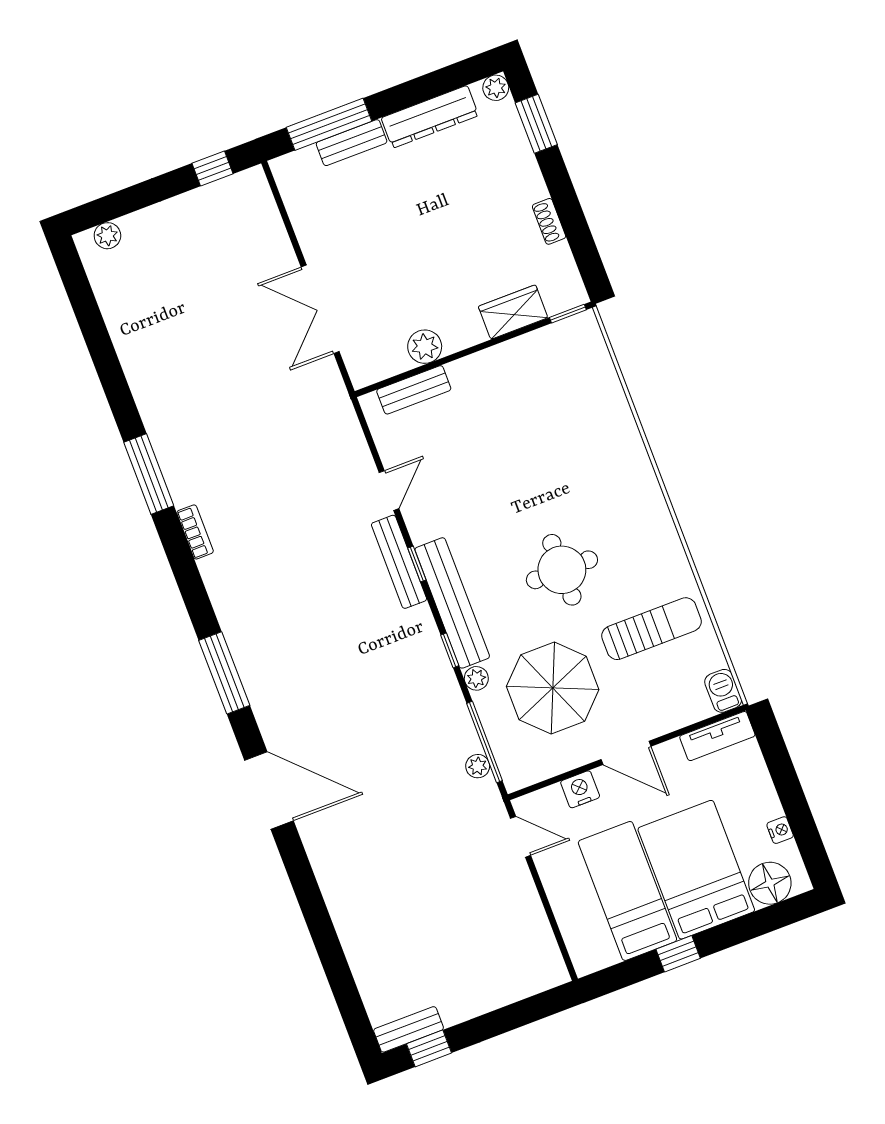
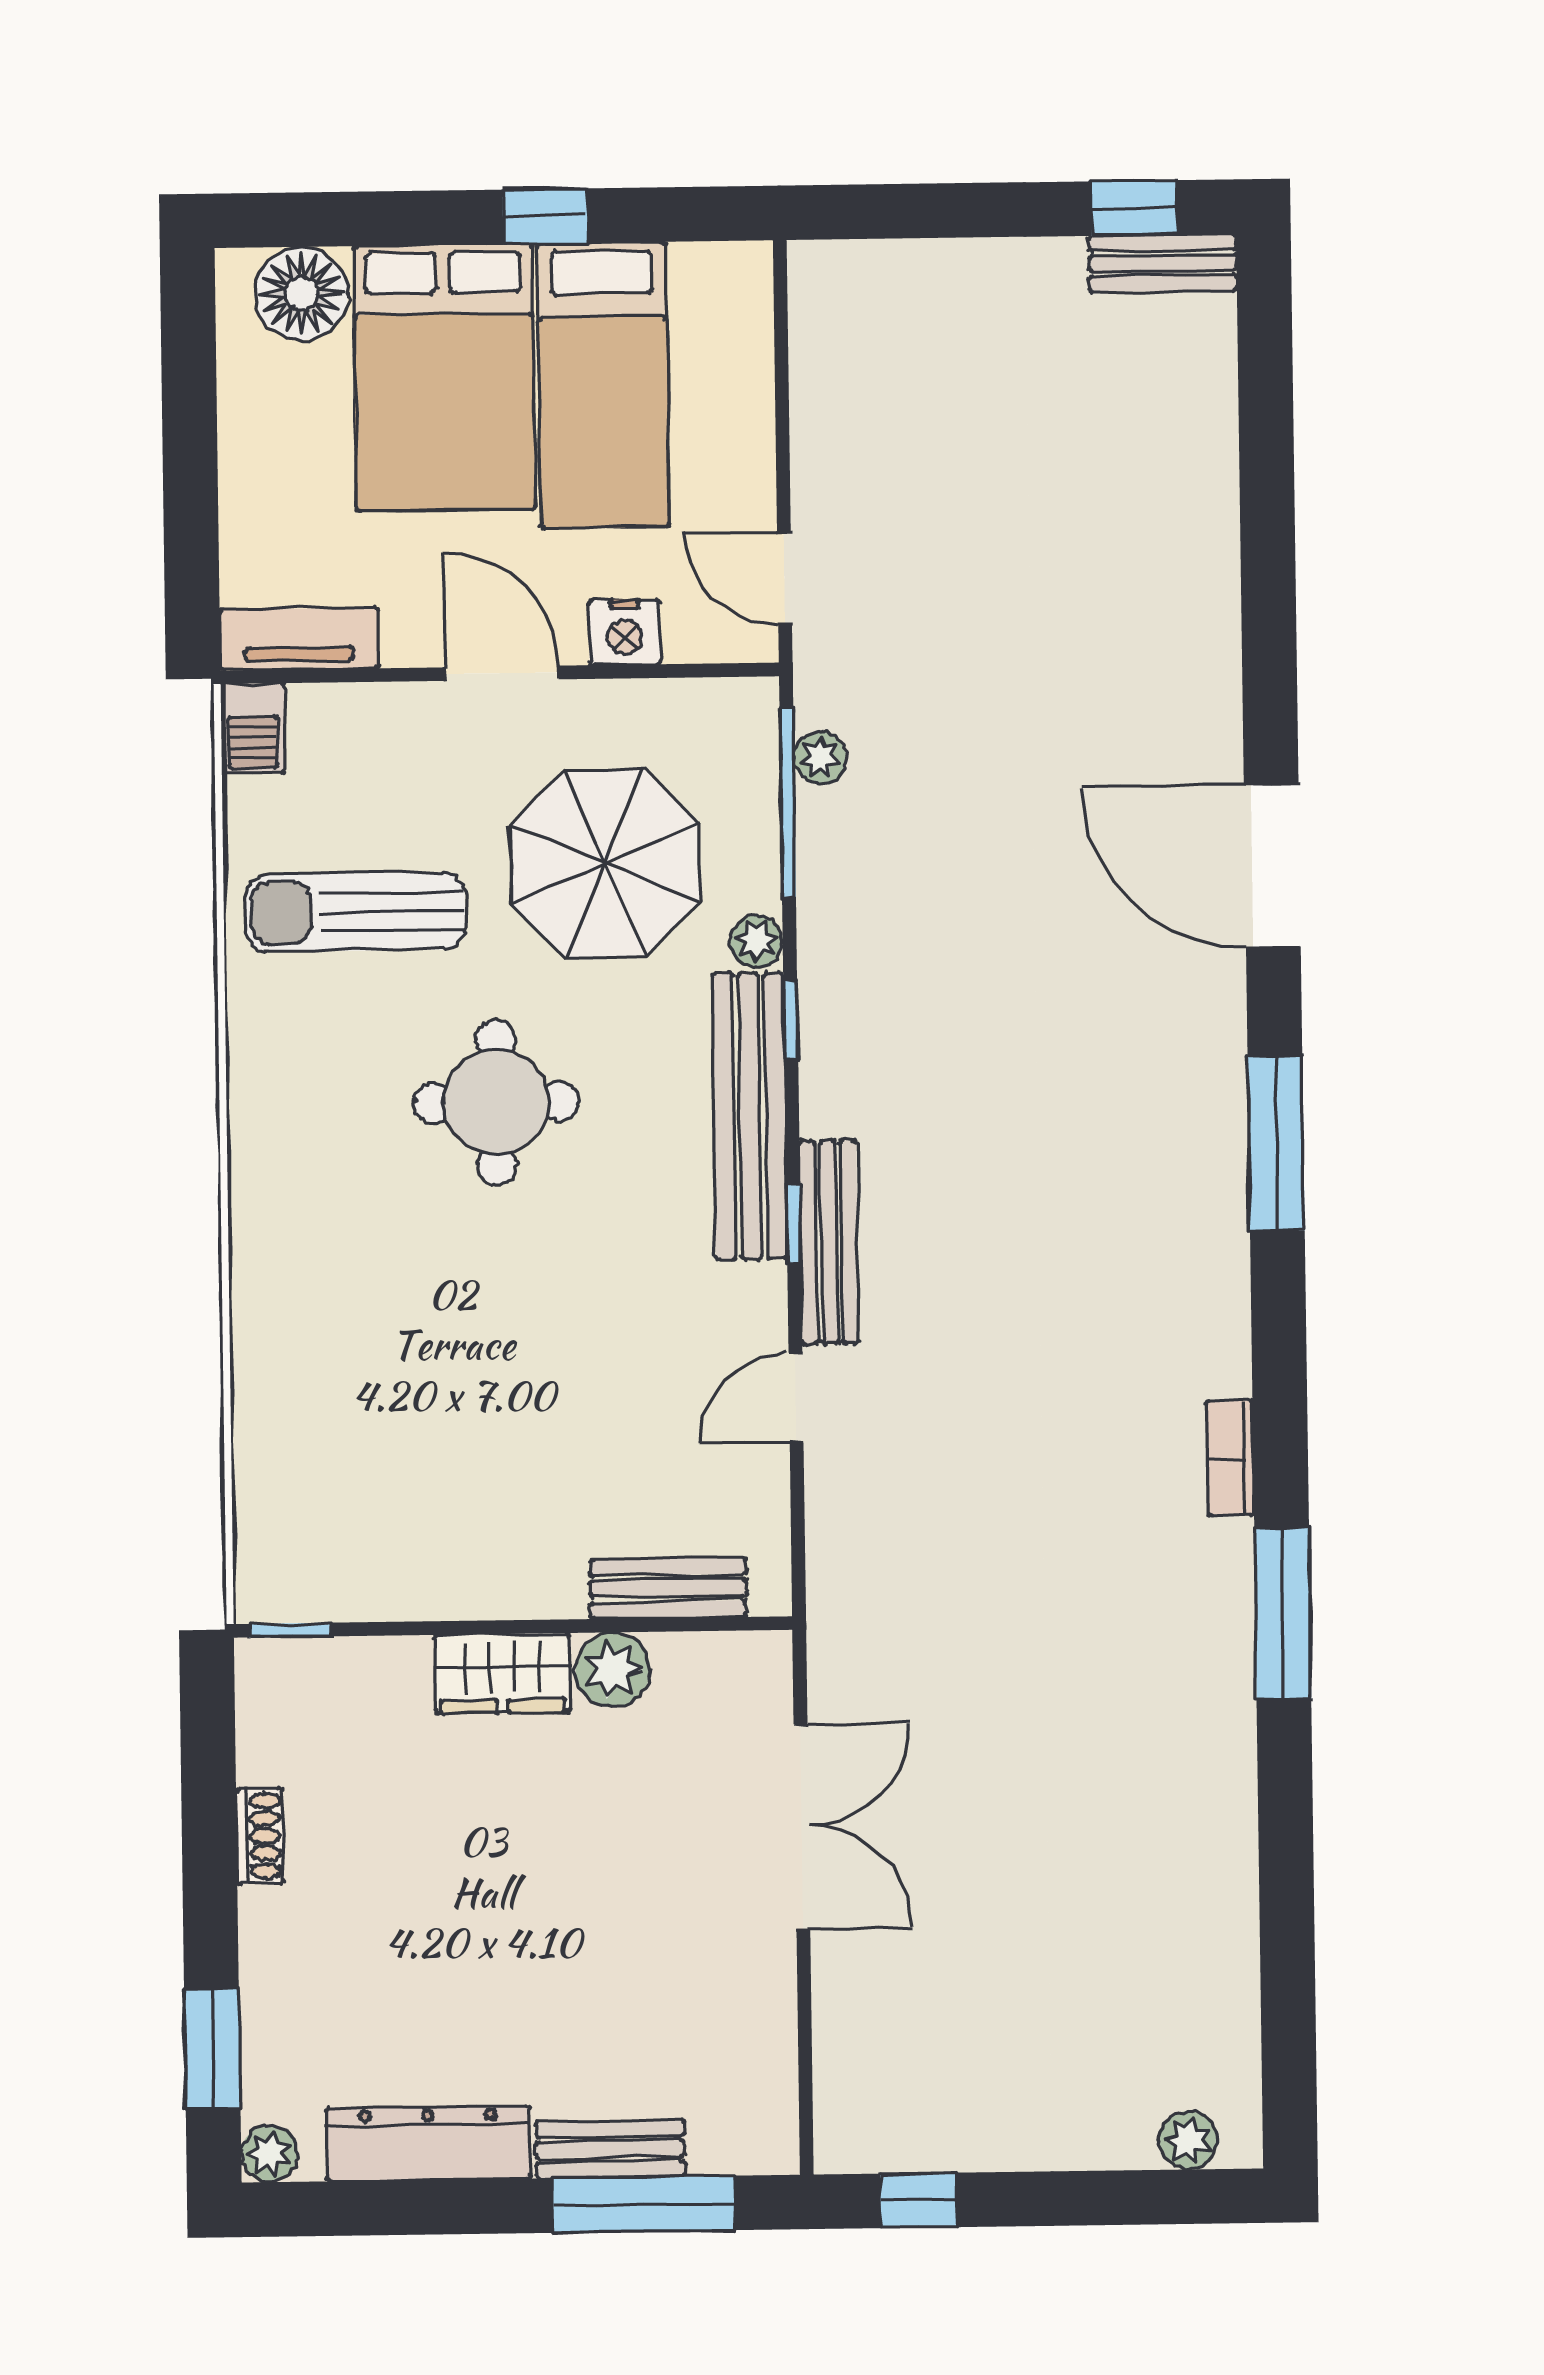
wardrobe: (513, 312) -> (502, 1673), moved
nightstand: (780, 830) -> (240, 396), removed

